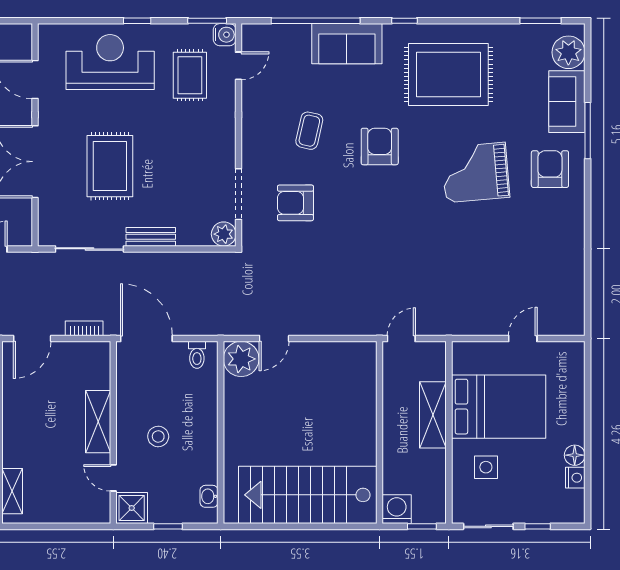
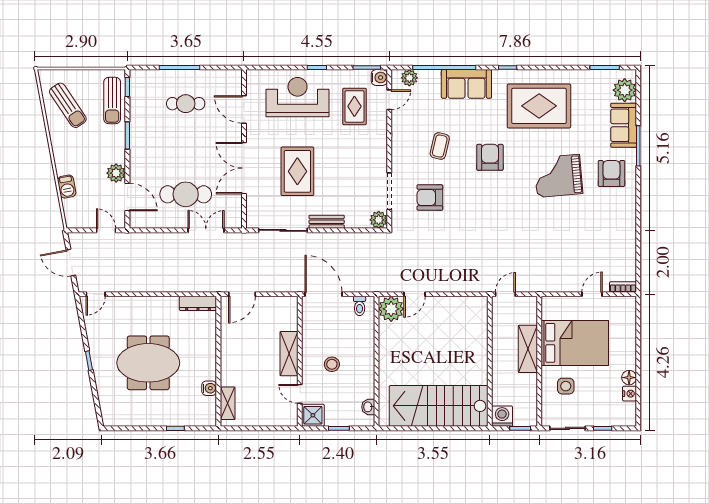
plant: (267, 35) -> (409, 78), added
bookcase: (84, 328) -> (623, 287), moved

